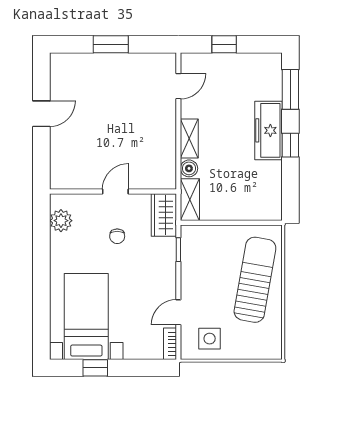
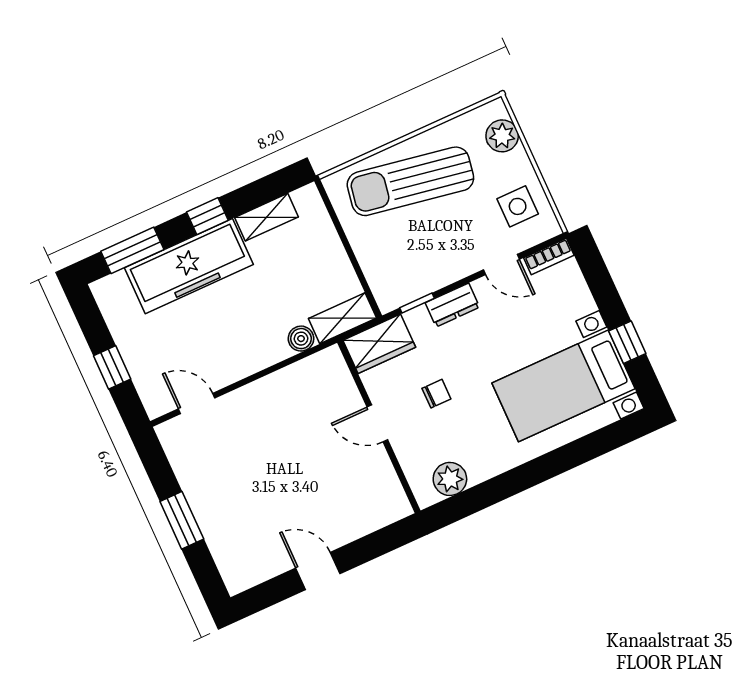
freezer: (268, 130) -> (189, 266), width x1.36, depth x1.26
shelving: (189, 139) -> (267, 217), moved
dresser: (167, 271) -> (452, 305), added
plant: (257, 349) -> (502, 136), added

